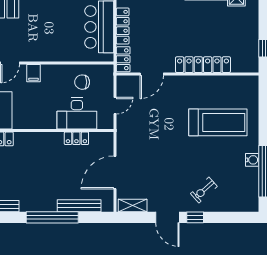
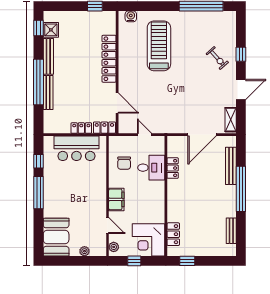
locker: (123, 26) -> (81, 128), width x0.66
filing cabinet: (33, 73) -> (116, 199), width x2.00
desk: (77, 114) -> (151, 168), width x0.73
water cooler: (252, 160) -> (131, 16), moved
door: (115, 172) -> (202, 135), hinge flipped
window: (195, 217) -> (241, 54), moved

